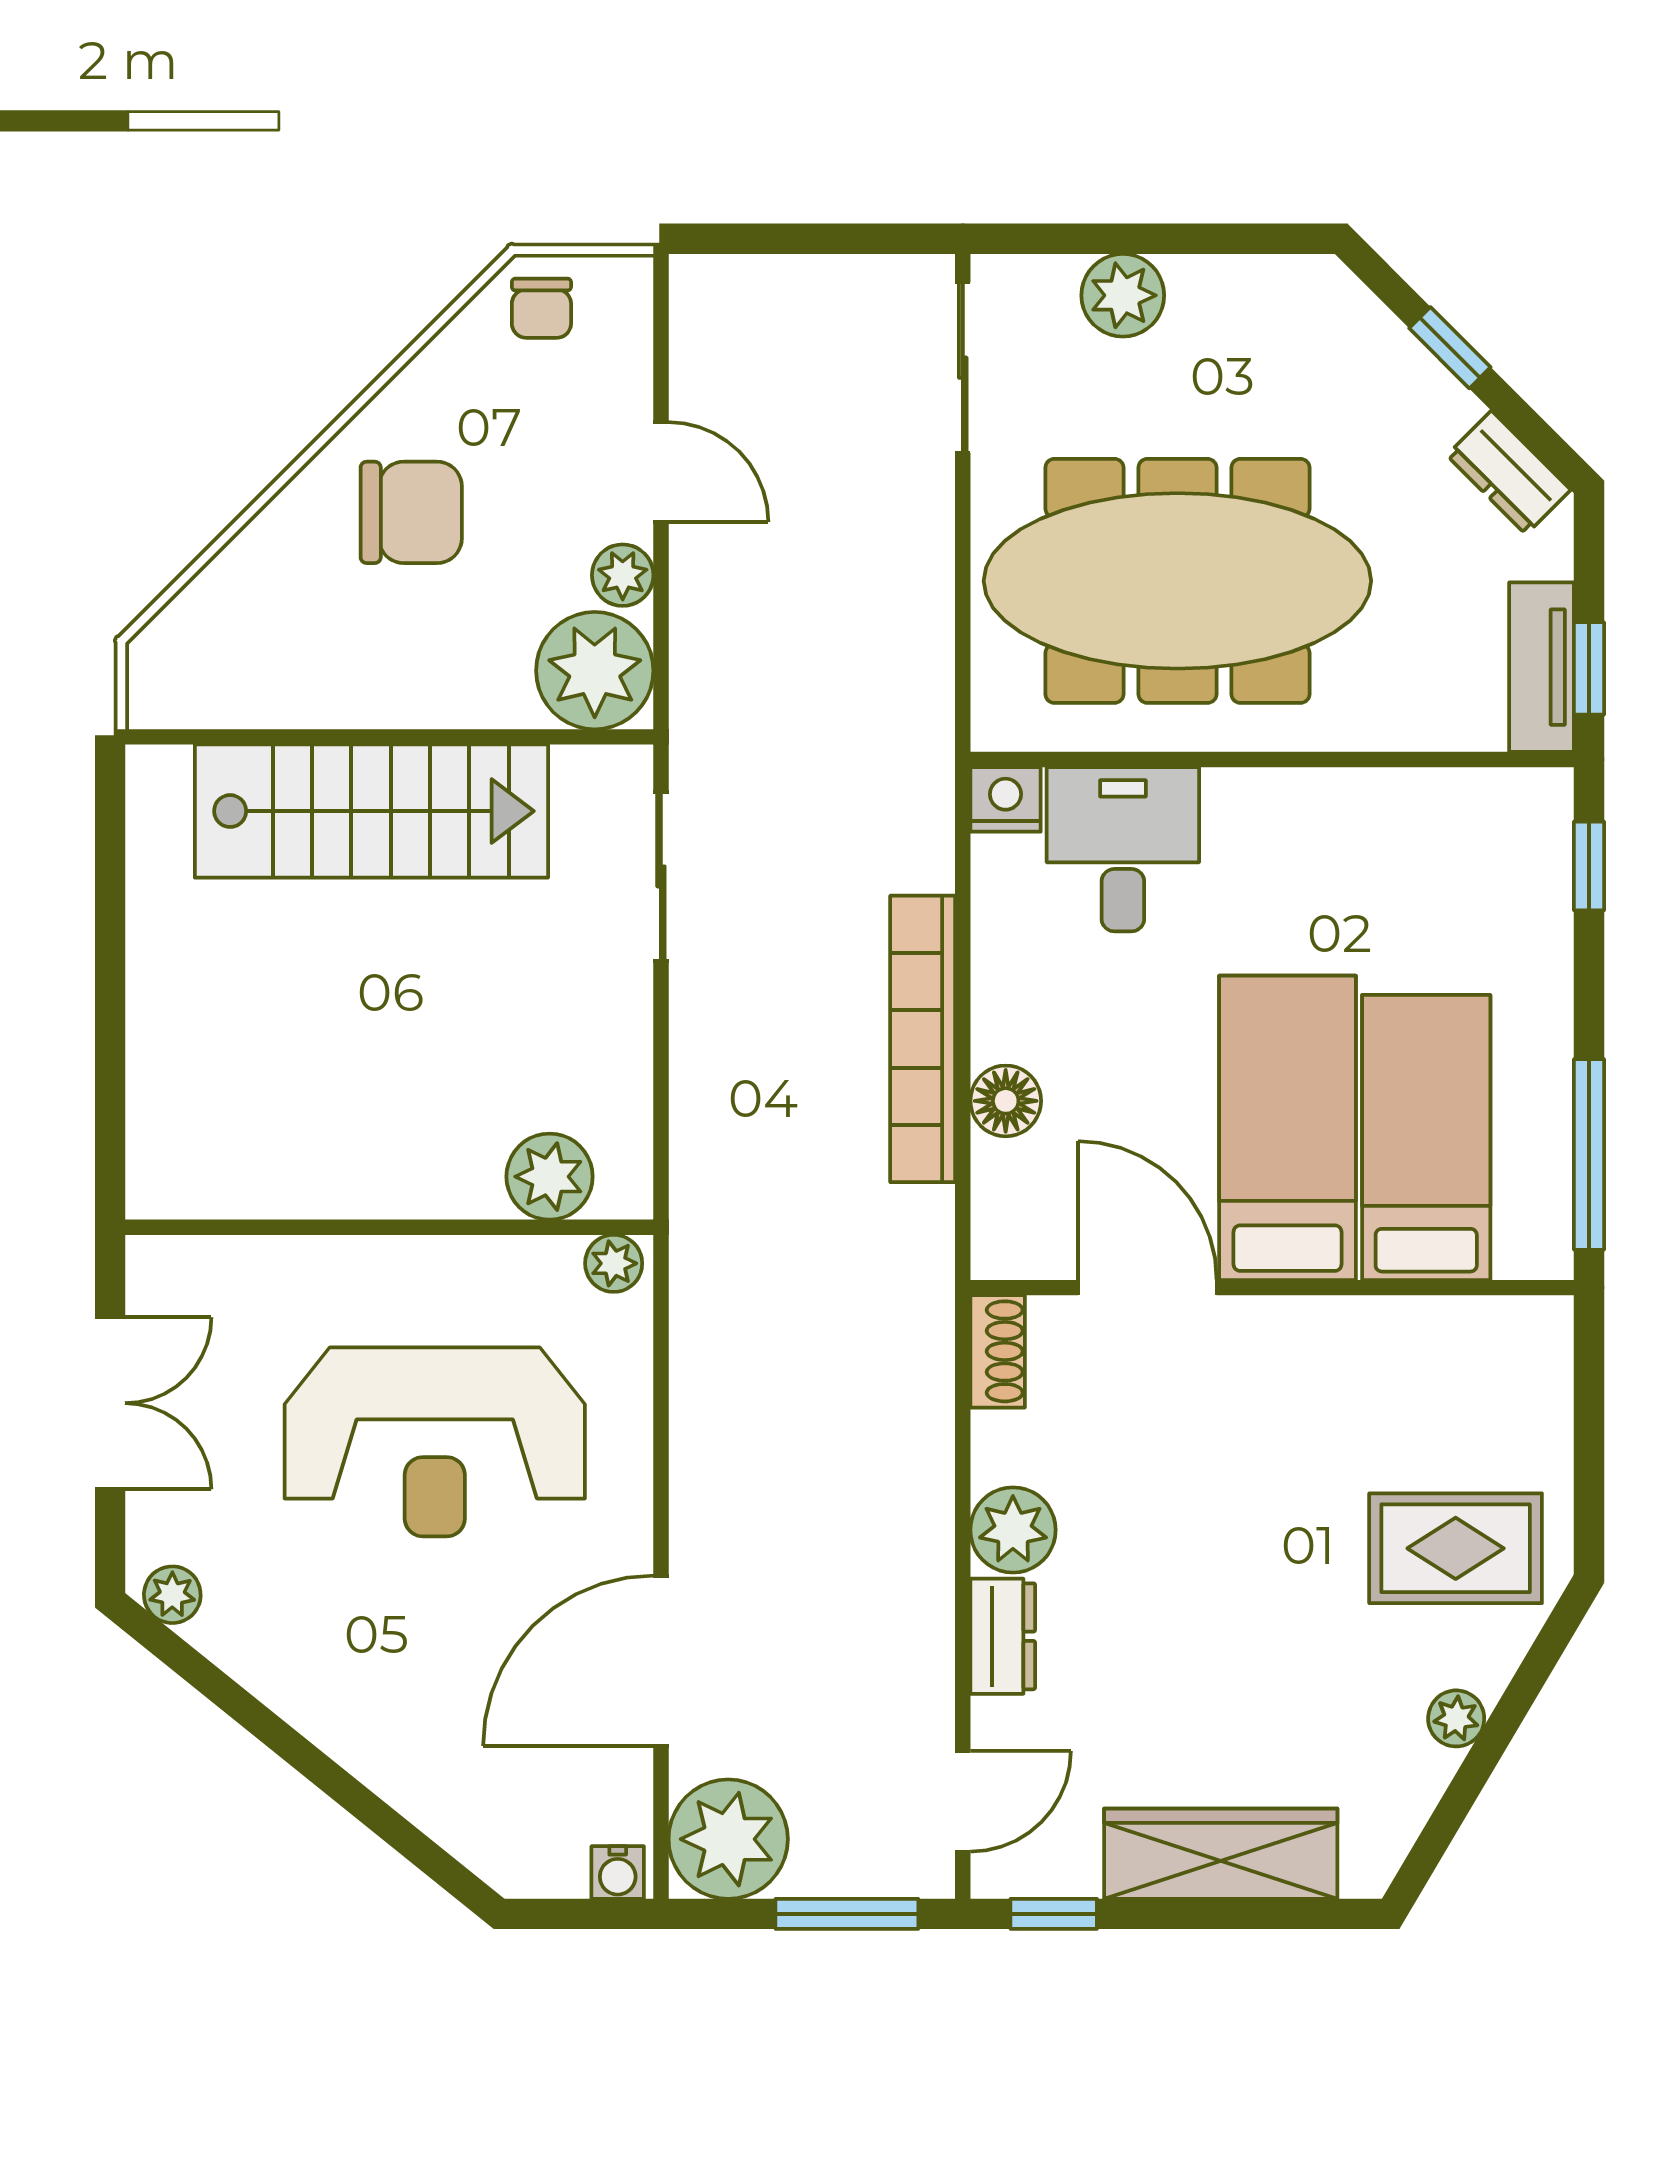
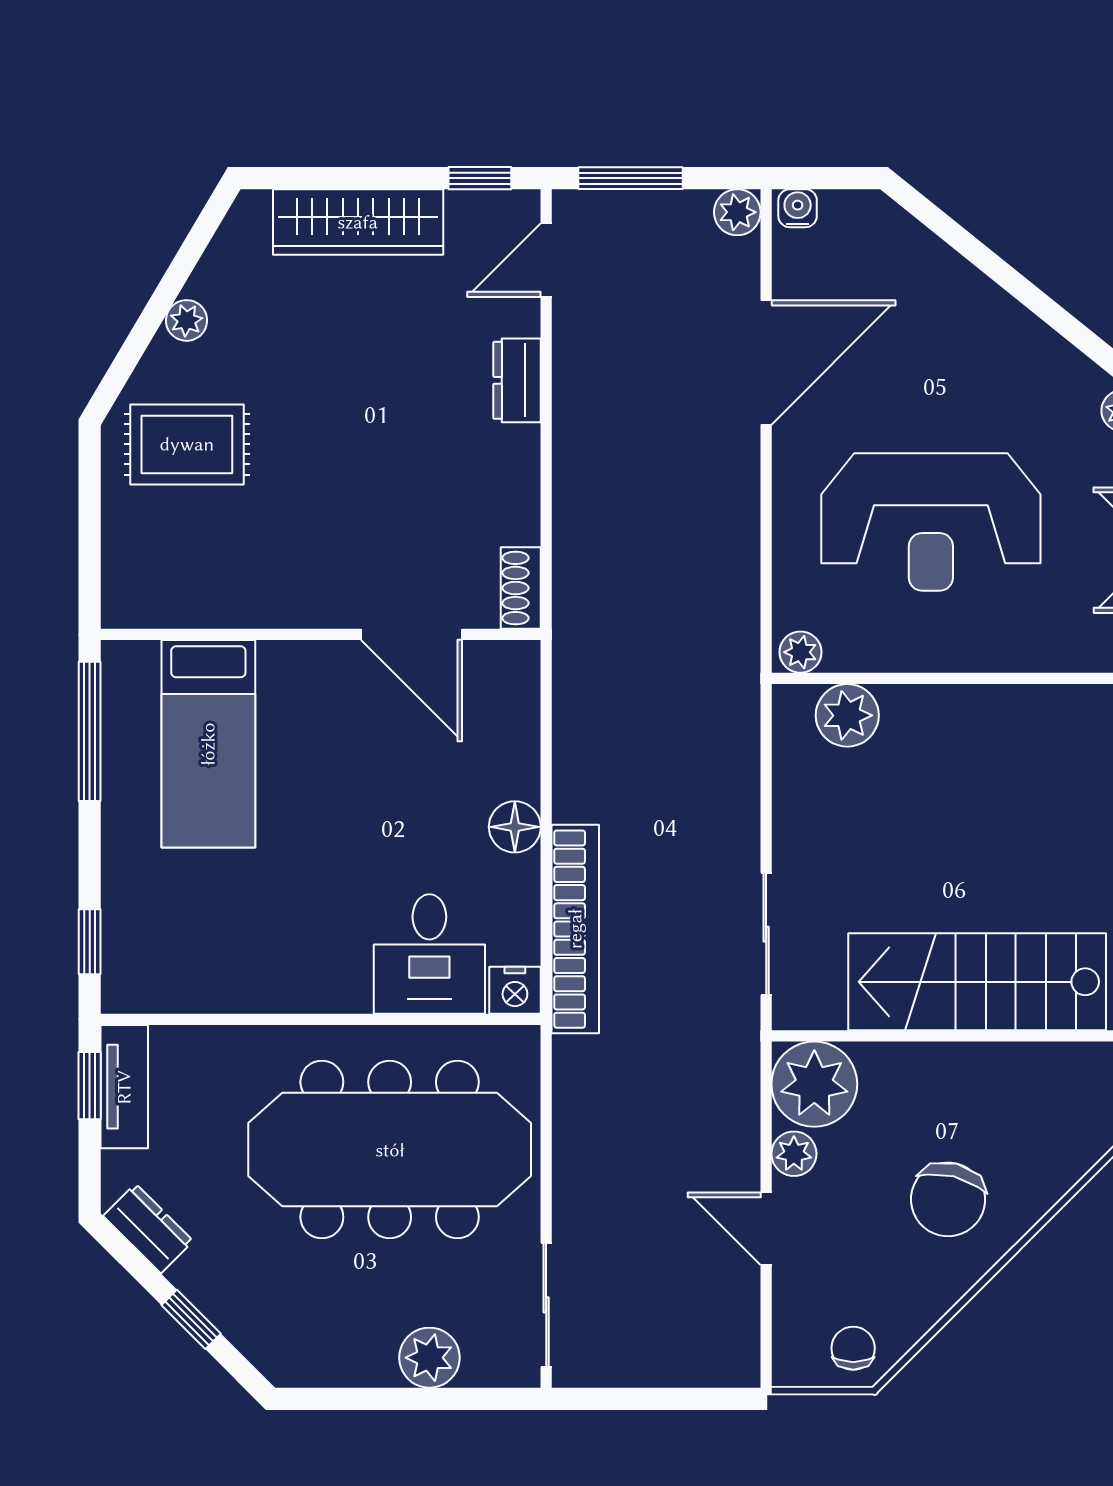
chair: (411, 512) -> (948, 1199), turned -76
bookcase: (923, 1039) -> (575, 929), moved
floor lamp: (1006, 1101) -> (515, 827), moved
bed: (1288, 1128) -> (309, 751), removed
reception desk: (435, 1442) -> (931, 522), turned 180
plant: (1013, 1530) -> (509, 458), removed
plant: (728, 1839) -> (737, 212), width x0.53, depth x0.53

